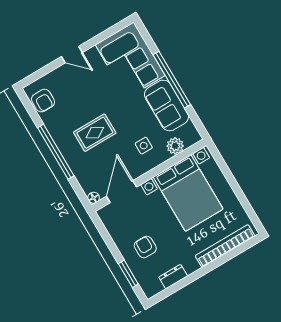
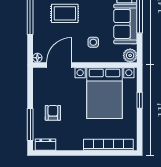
plant: (175, 146) -> (130, 55), moved
window: (230, 178) -> (140, 100), added
window: (128, 274) -> (30, 124), width x1.44
dresser: (173, 277) -> (45, 145), moved

